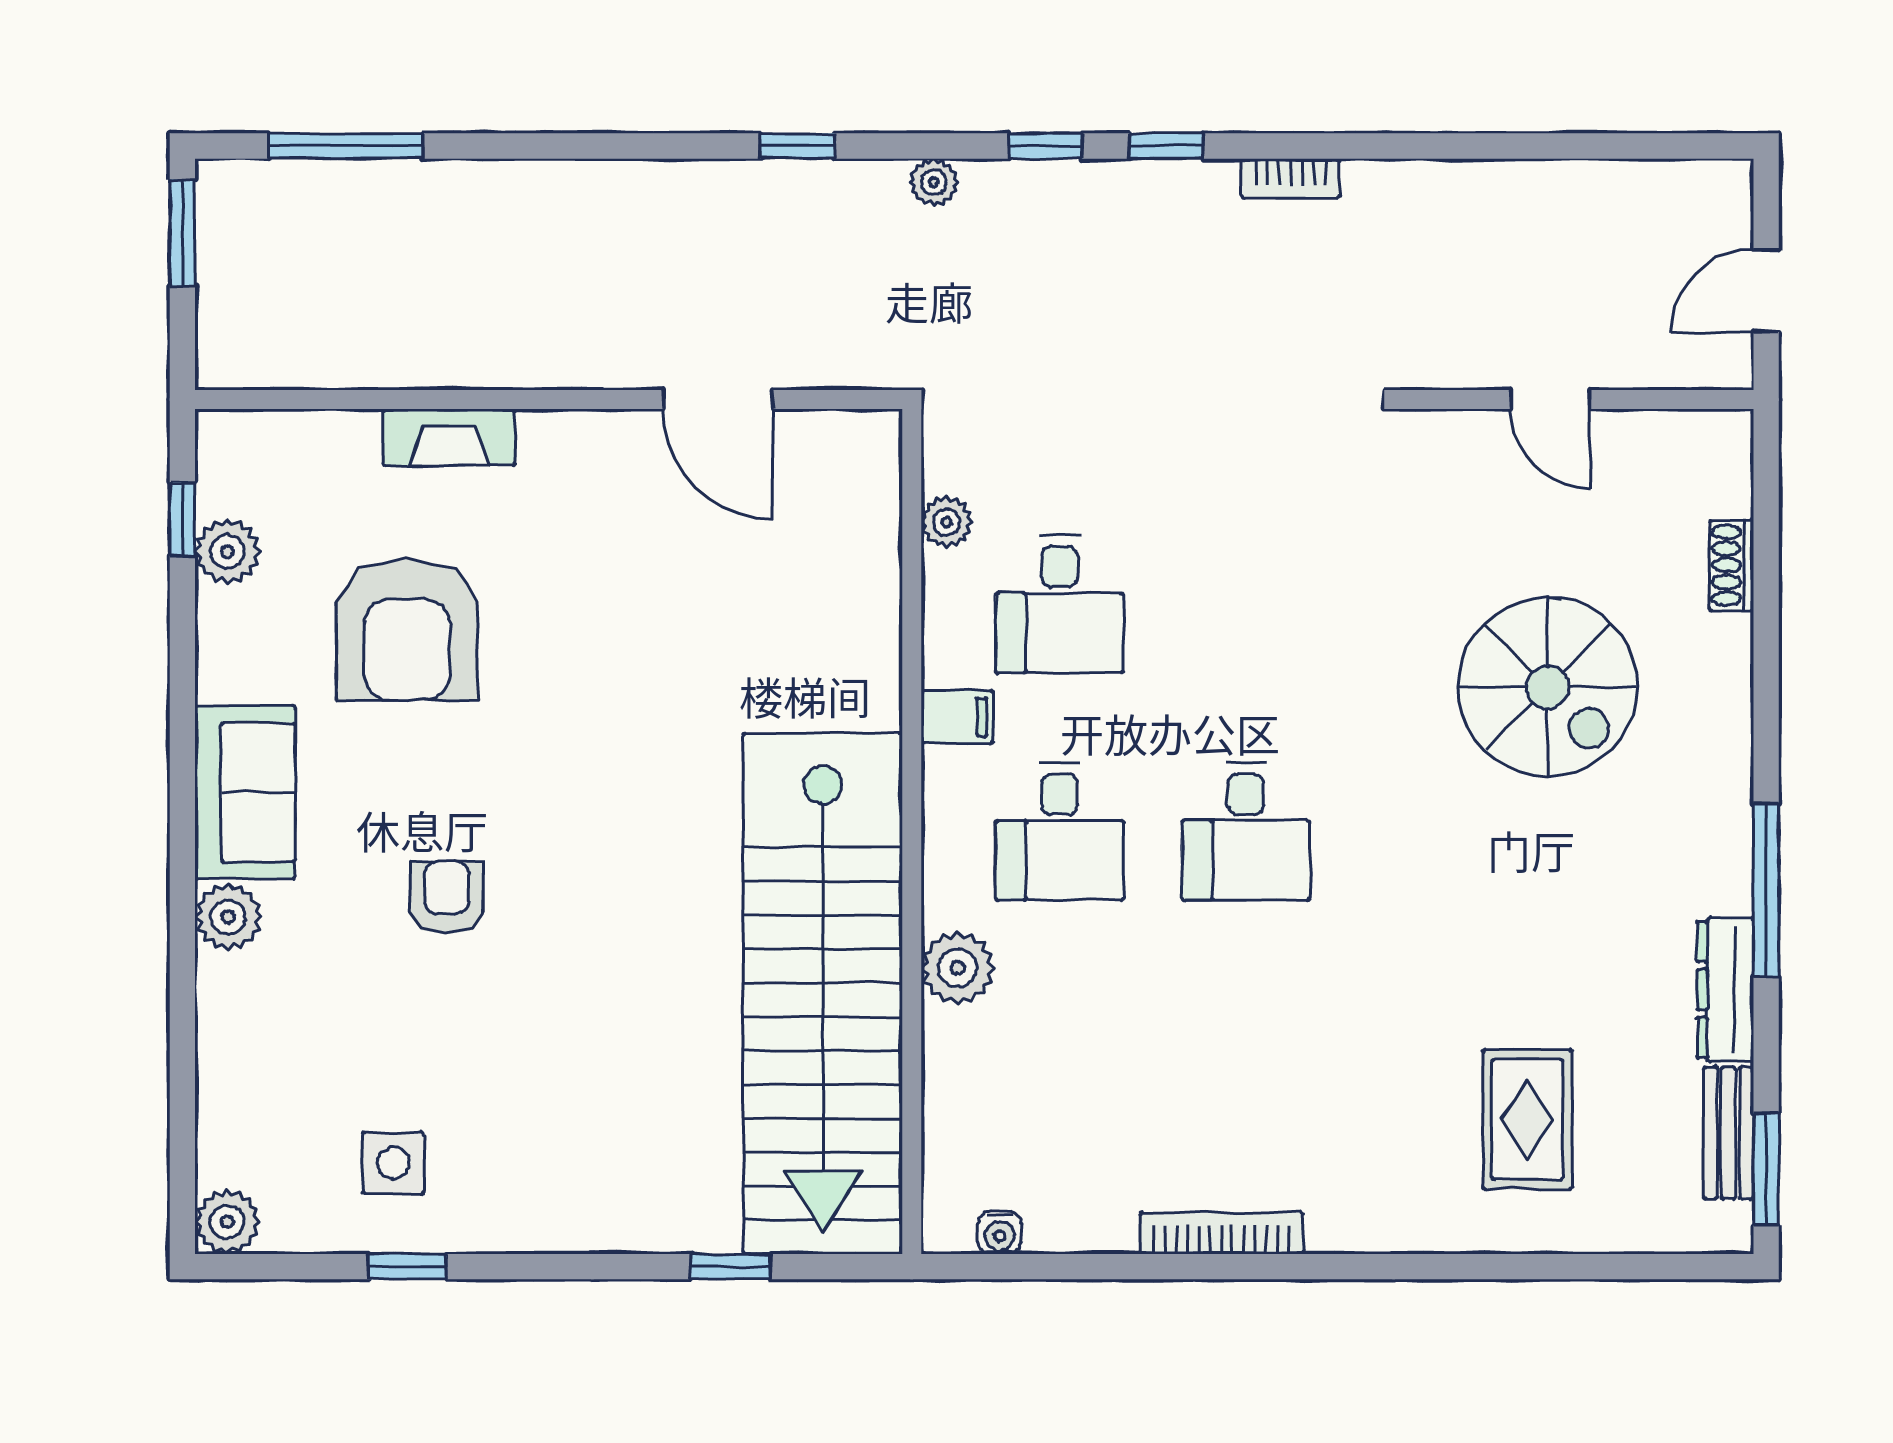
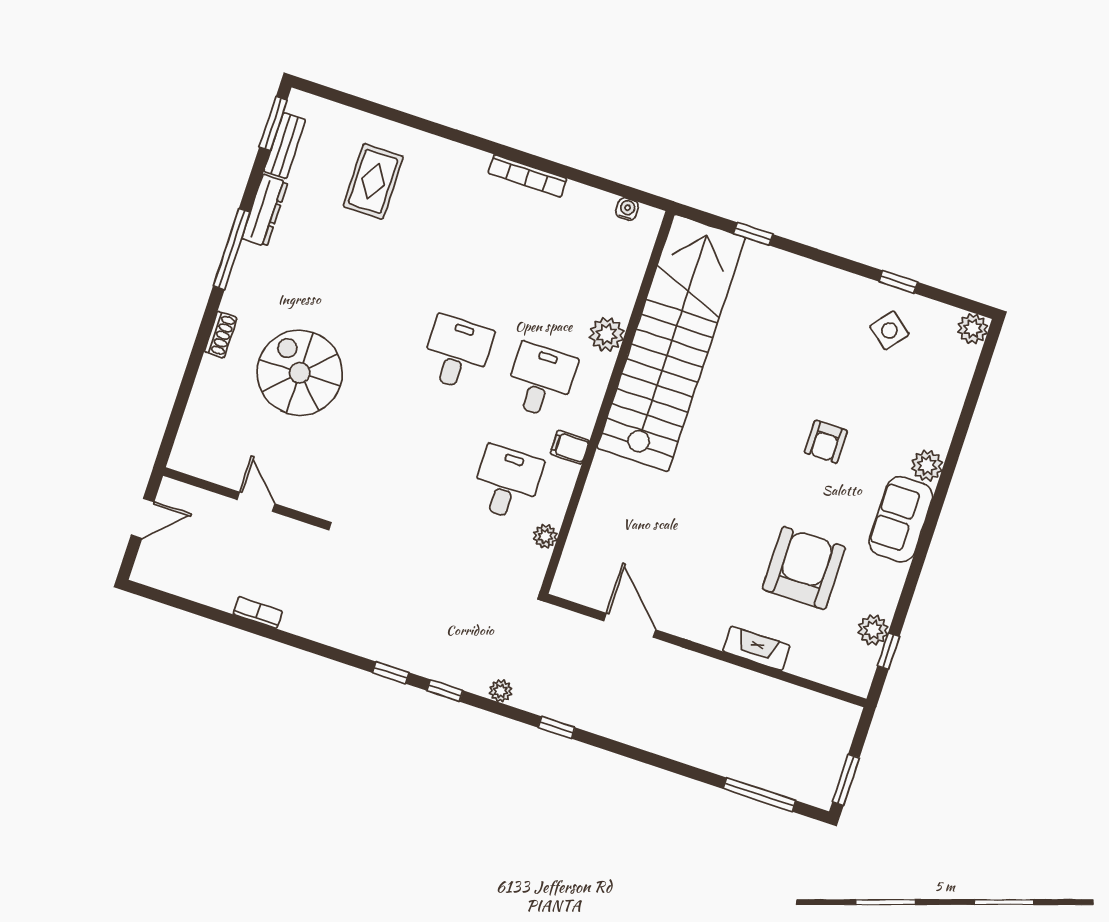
bookcase: (1290, 178) -> (258, 613), moved
shoe rack: (1732, 565) -> (221, 335), moved
side table: (393, 1163) -> (889, 330), turned 38

